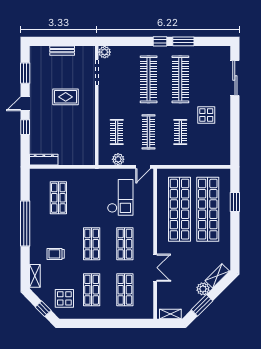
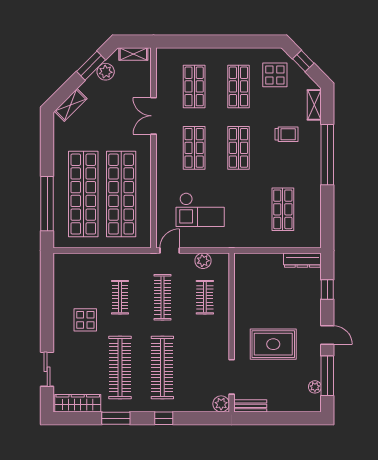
window: (160, 41) -> (164, 418), moved
bench: (62, 51) -> (250, 406), moved
wardrobe: (212, 53) -> (78, 403), added
plant: (34, 65) -> (315, 387), added
window: (25, 73) -> (327, 376), width x1.44
sliding door: (235, 78) -> (47, 369), width x0.73
rug: (66, 97) -> (273, 344), width x1.36, depth x1.43
door: (25, 104) -> (327, 335), hinge flipped
window: (25, 127) -> (327, 290), moved
checkout: (120, 197) -> (200, 210), turned -90
window: (235, 202) -> (47, 204), width x2.11
window: (25, 224) -> (327, 155), moved
plant: (203, 289) -> (106, 72), moved

